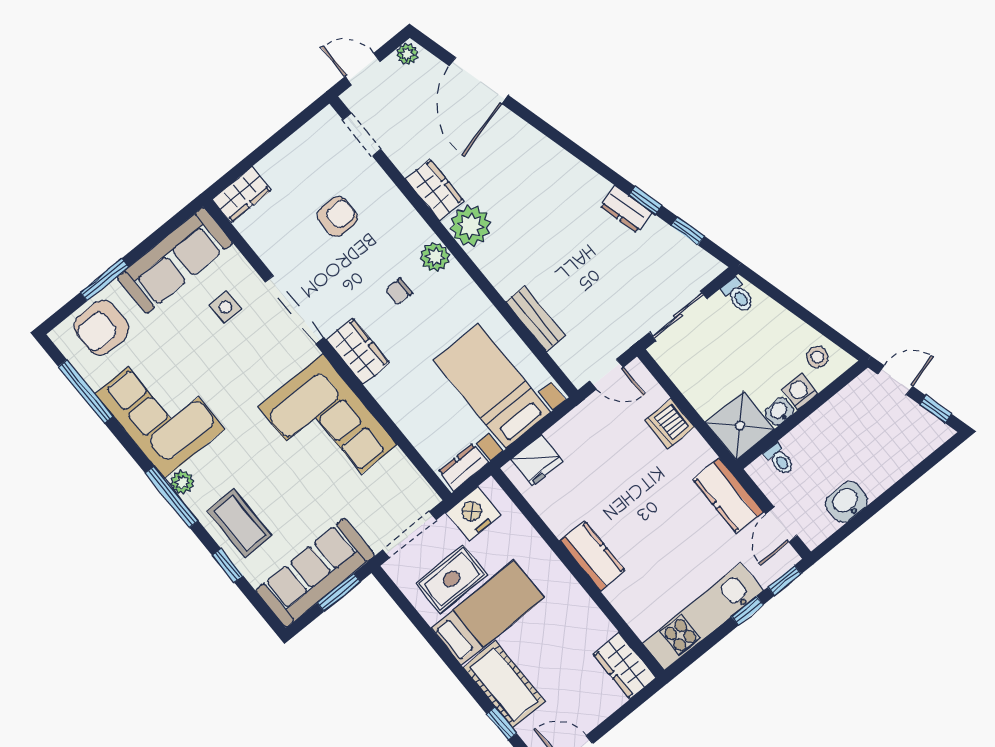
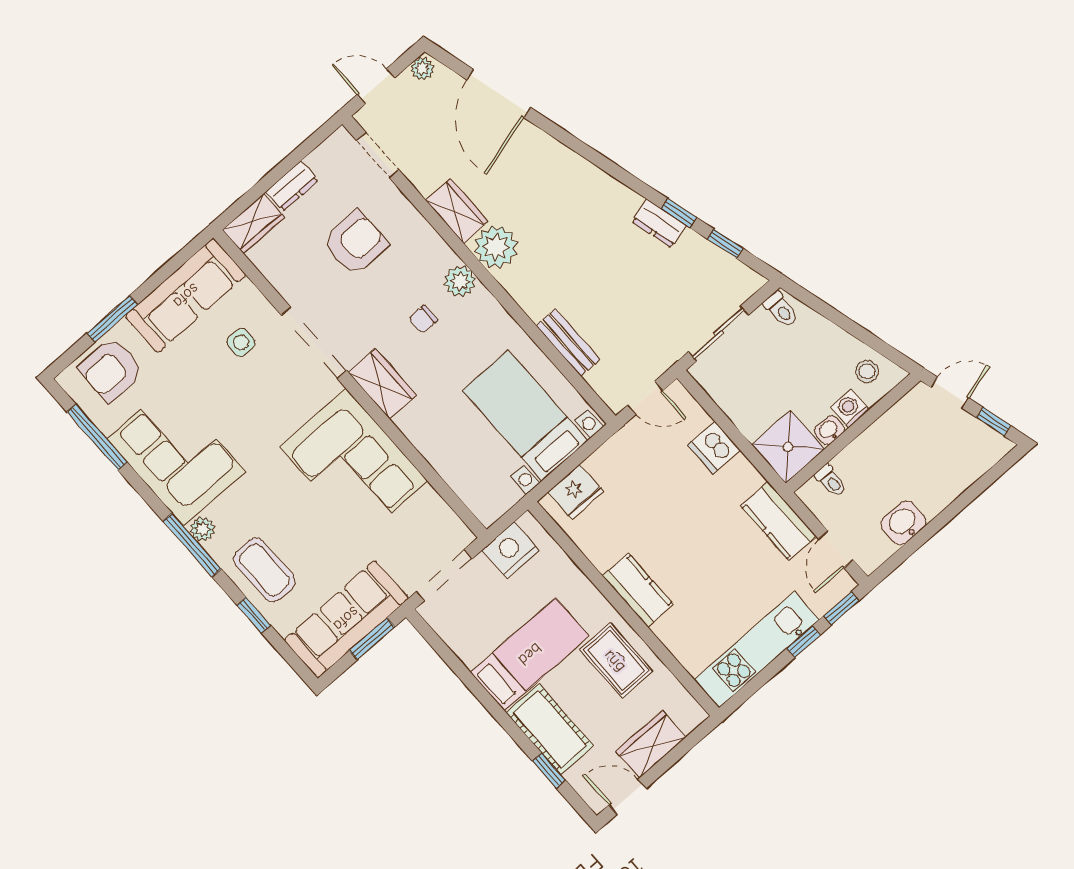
armchair: (337, 217) -> (355, 243), width x1.38, depth x1.38
dresser: (464, 467) -> (292, 186), moved, turned 180
rug: (451, 579) -> (616, 660), moved, turned 90
wardrobe: (624, 666) -> (651, 744), moved, turned 90

